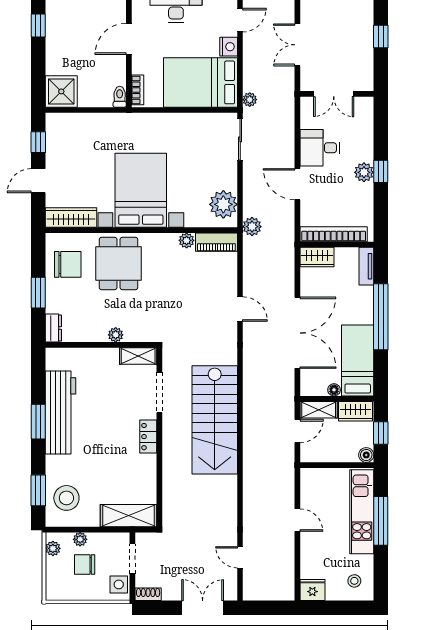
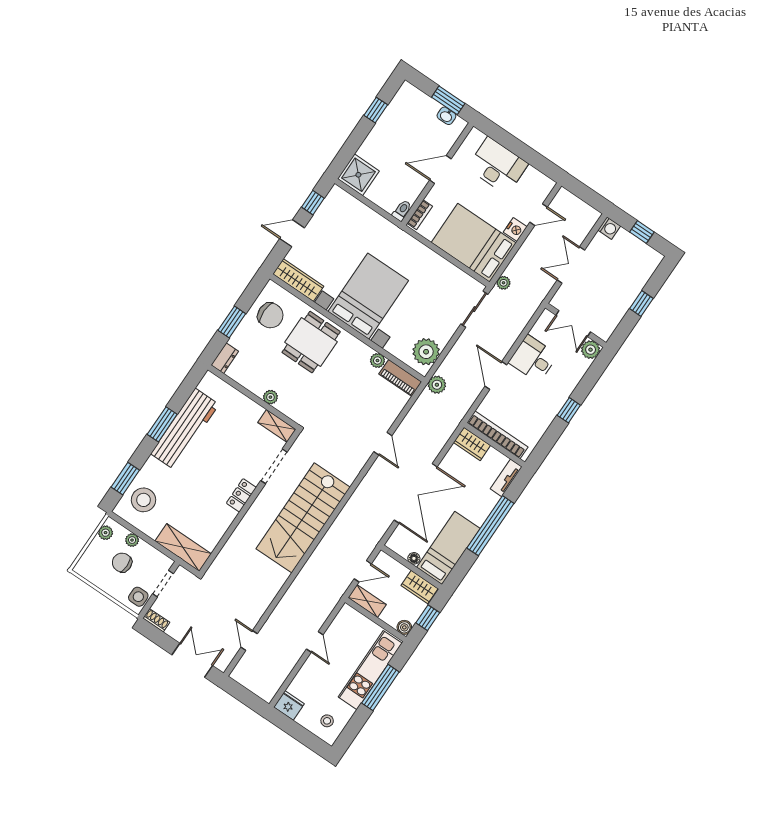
plant: (364, 172) -> (591, 350), moved
shelving: (319, 410) -> (367, 601), moved

